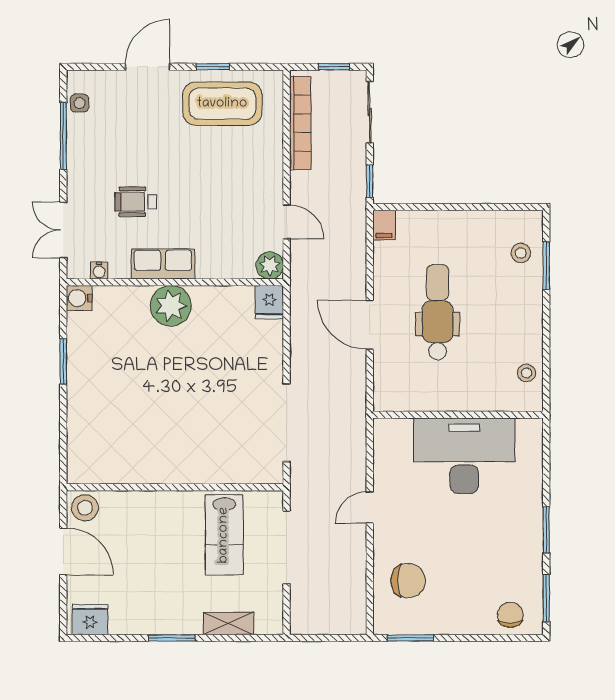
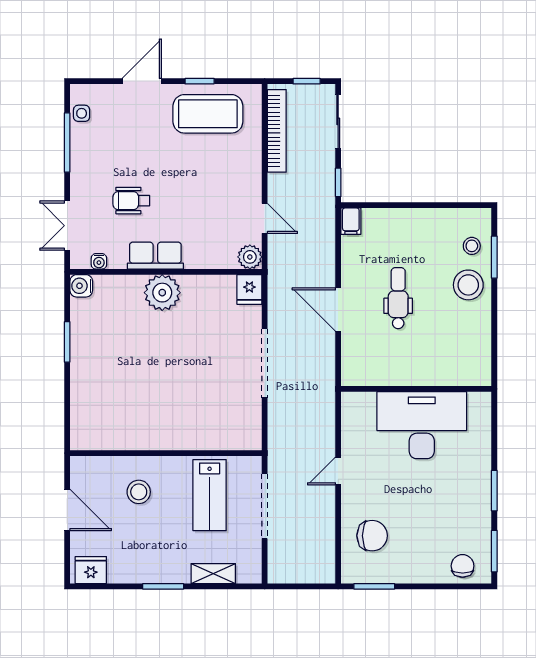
dental chair: (438, 312) -> (398, 298), width x0.73, depth x0.72
stool: (527, 373) -> (468, 285), moved, width x1.89, depth x1.89
doorway: (287, 423) -> (265, 363), moved
stool: (85, 508) -> (139, 492), moved

